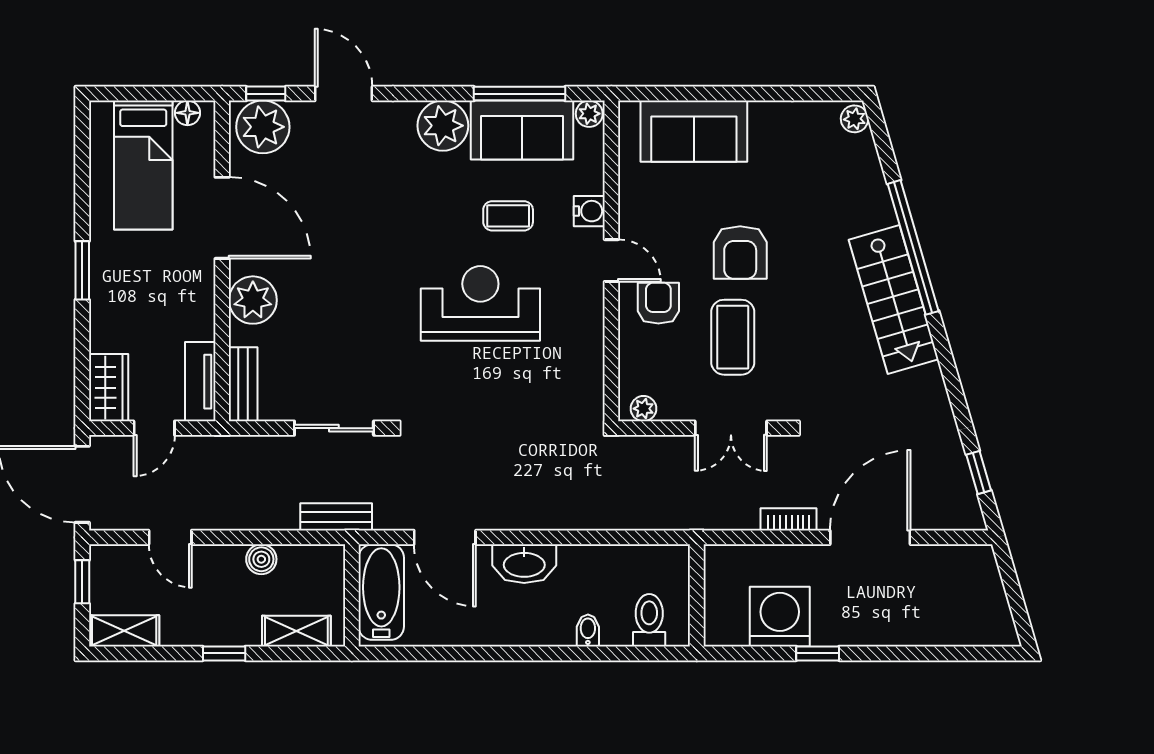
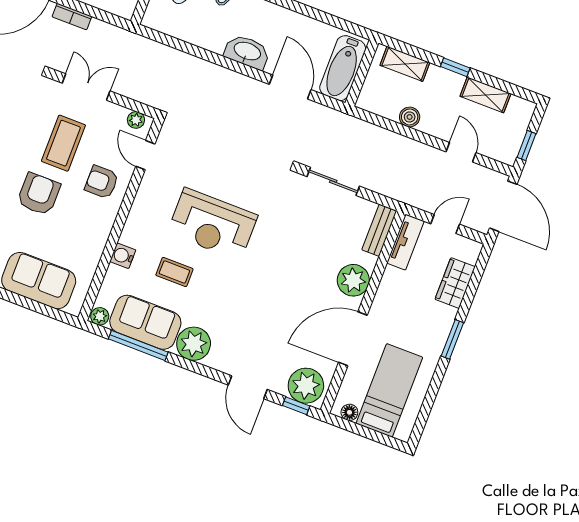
door: (222, 218) -> (353, 339), hinge flipped
door: (611, 261) -> (145, 155), moved
armchair: (658, 303) -> (102, 182), turned 90
wardrobe: (109, 388) -> (455, 283), moved
bench: (336, 517) -> (353, 126), removed
shelving: (124, 631) -> (485, 95), moved

